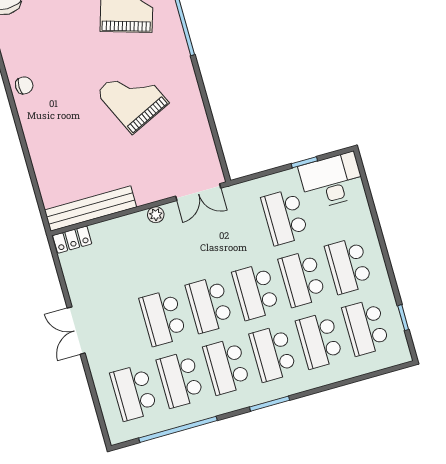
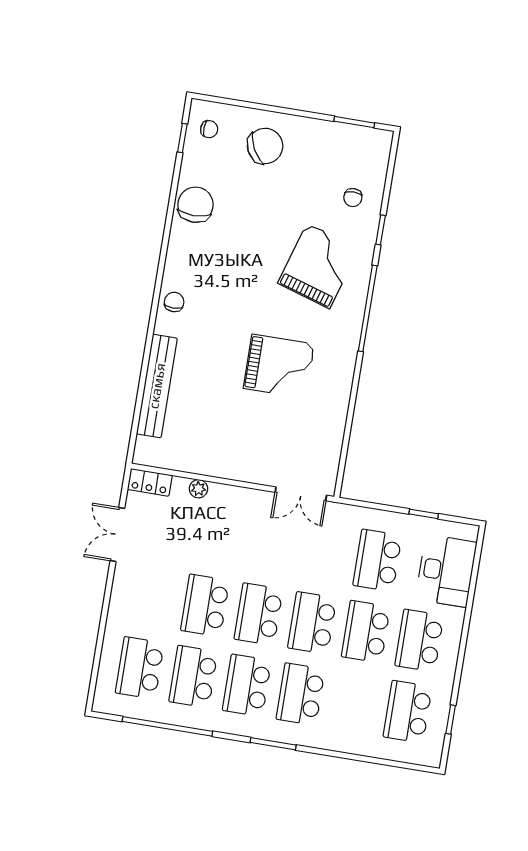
chair: (24, 85) -> (174, 302), turned -90
grand piano: (133, 98) -> (279, 366), turned 115
desk: (332, 181) -> (446, 571), moved, turned 90
bench: (91, 209) -> (157, 386), moved, turned 90
plant: (156, 215) -> (198, 489), moved
double door: (76, 331) -> (117, 535), moved
school desk: (319, 340) -> (354, 703), removed

